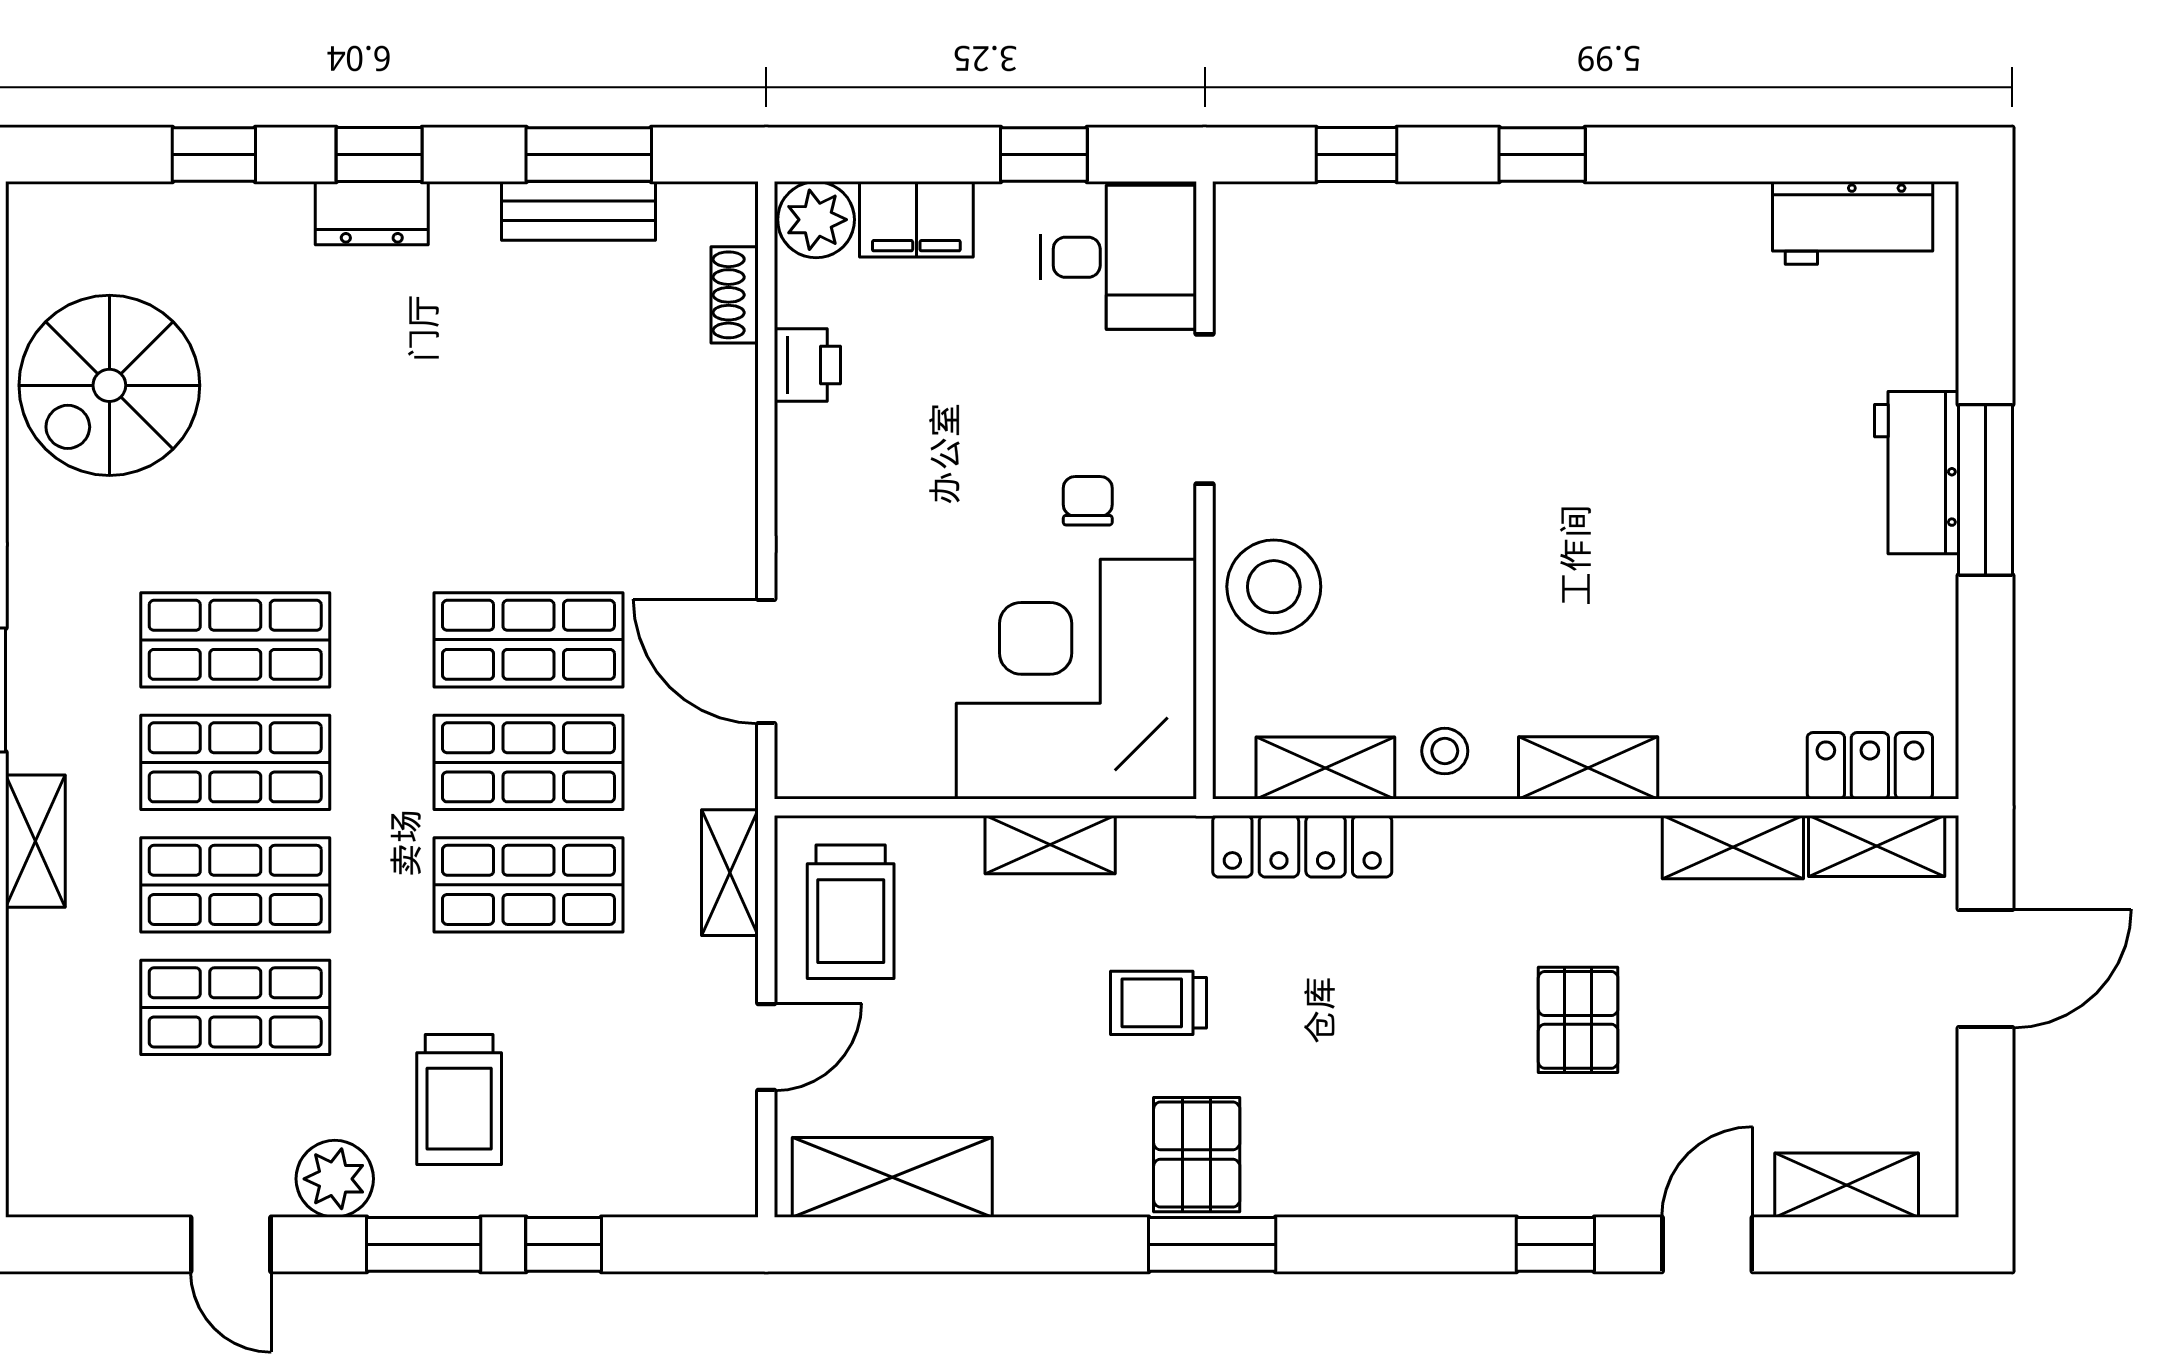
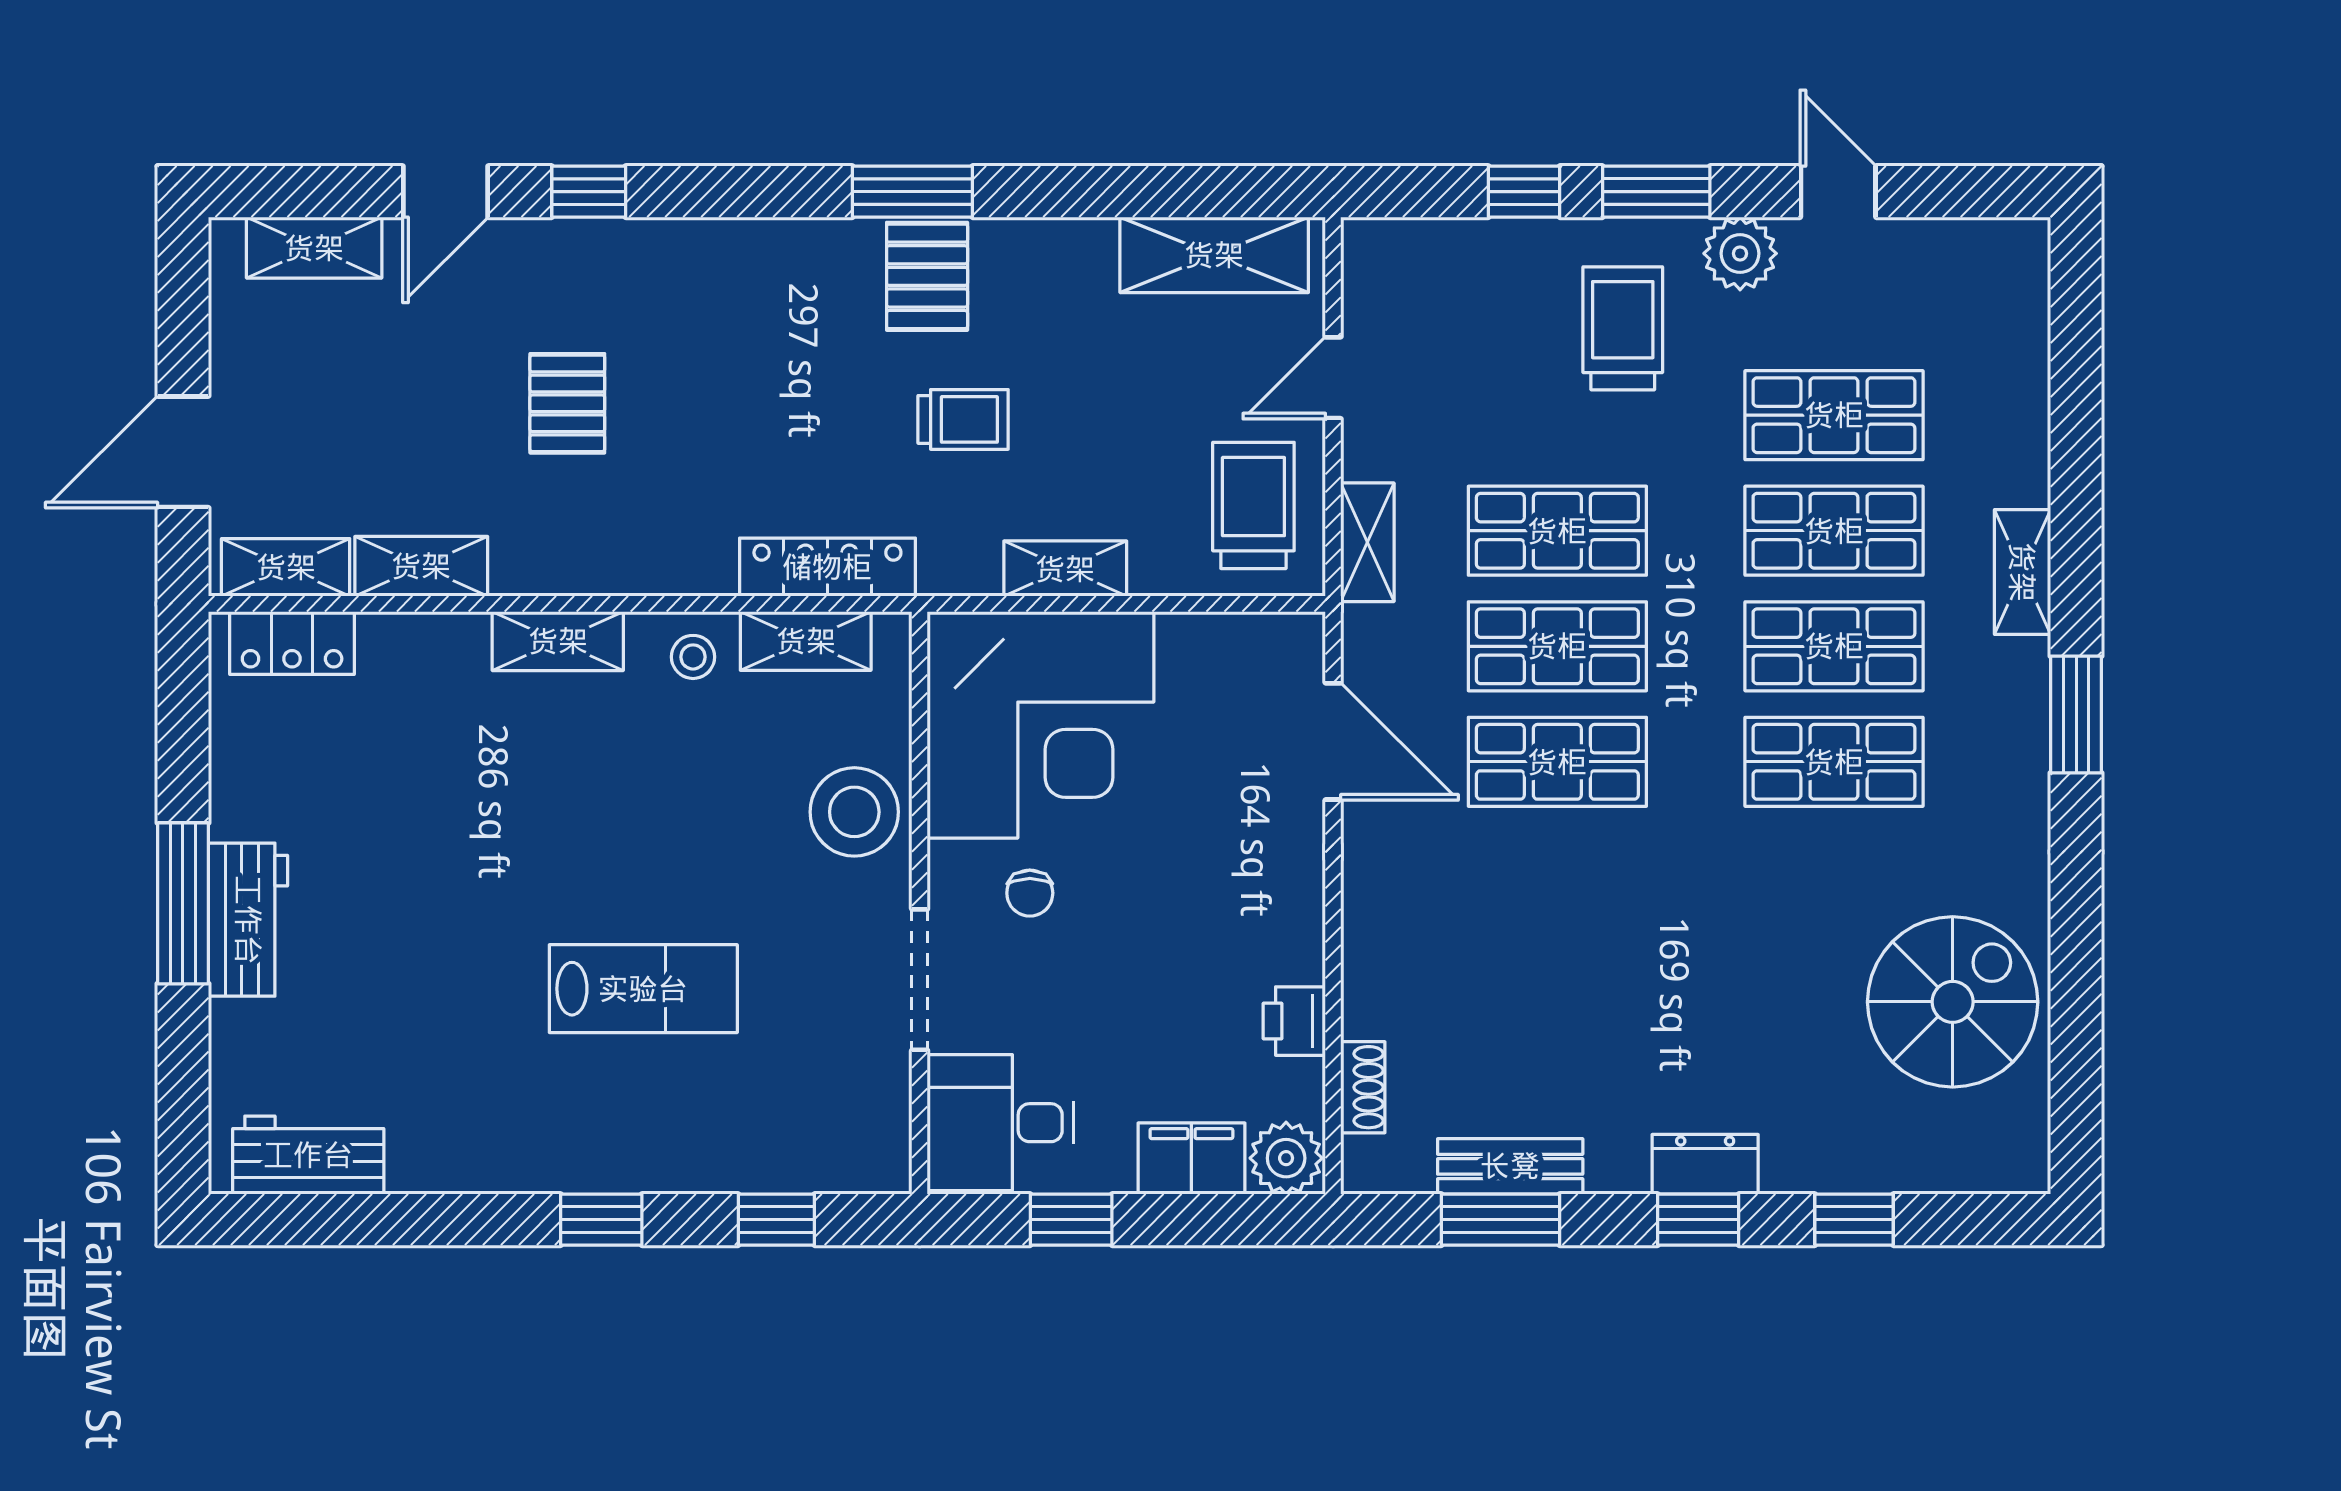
lab bench: (1497, 399) -> (643, 989), added

